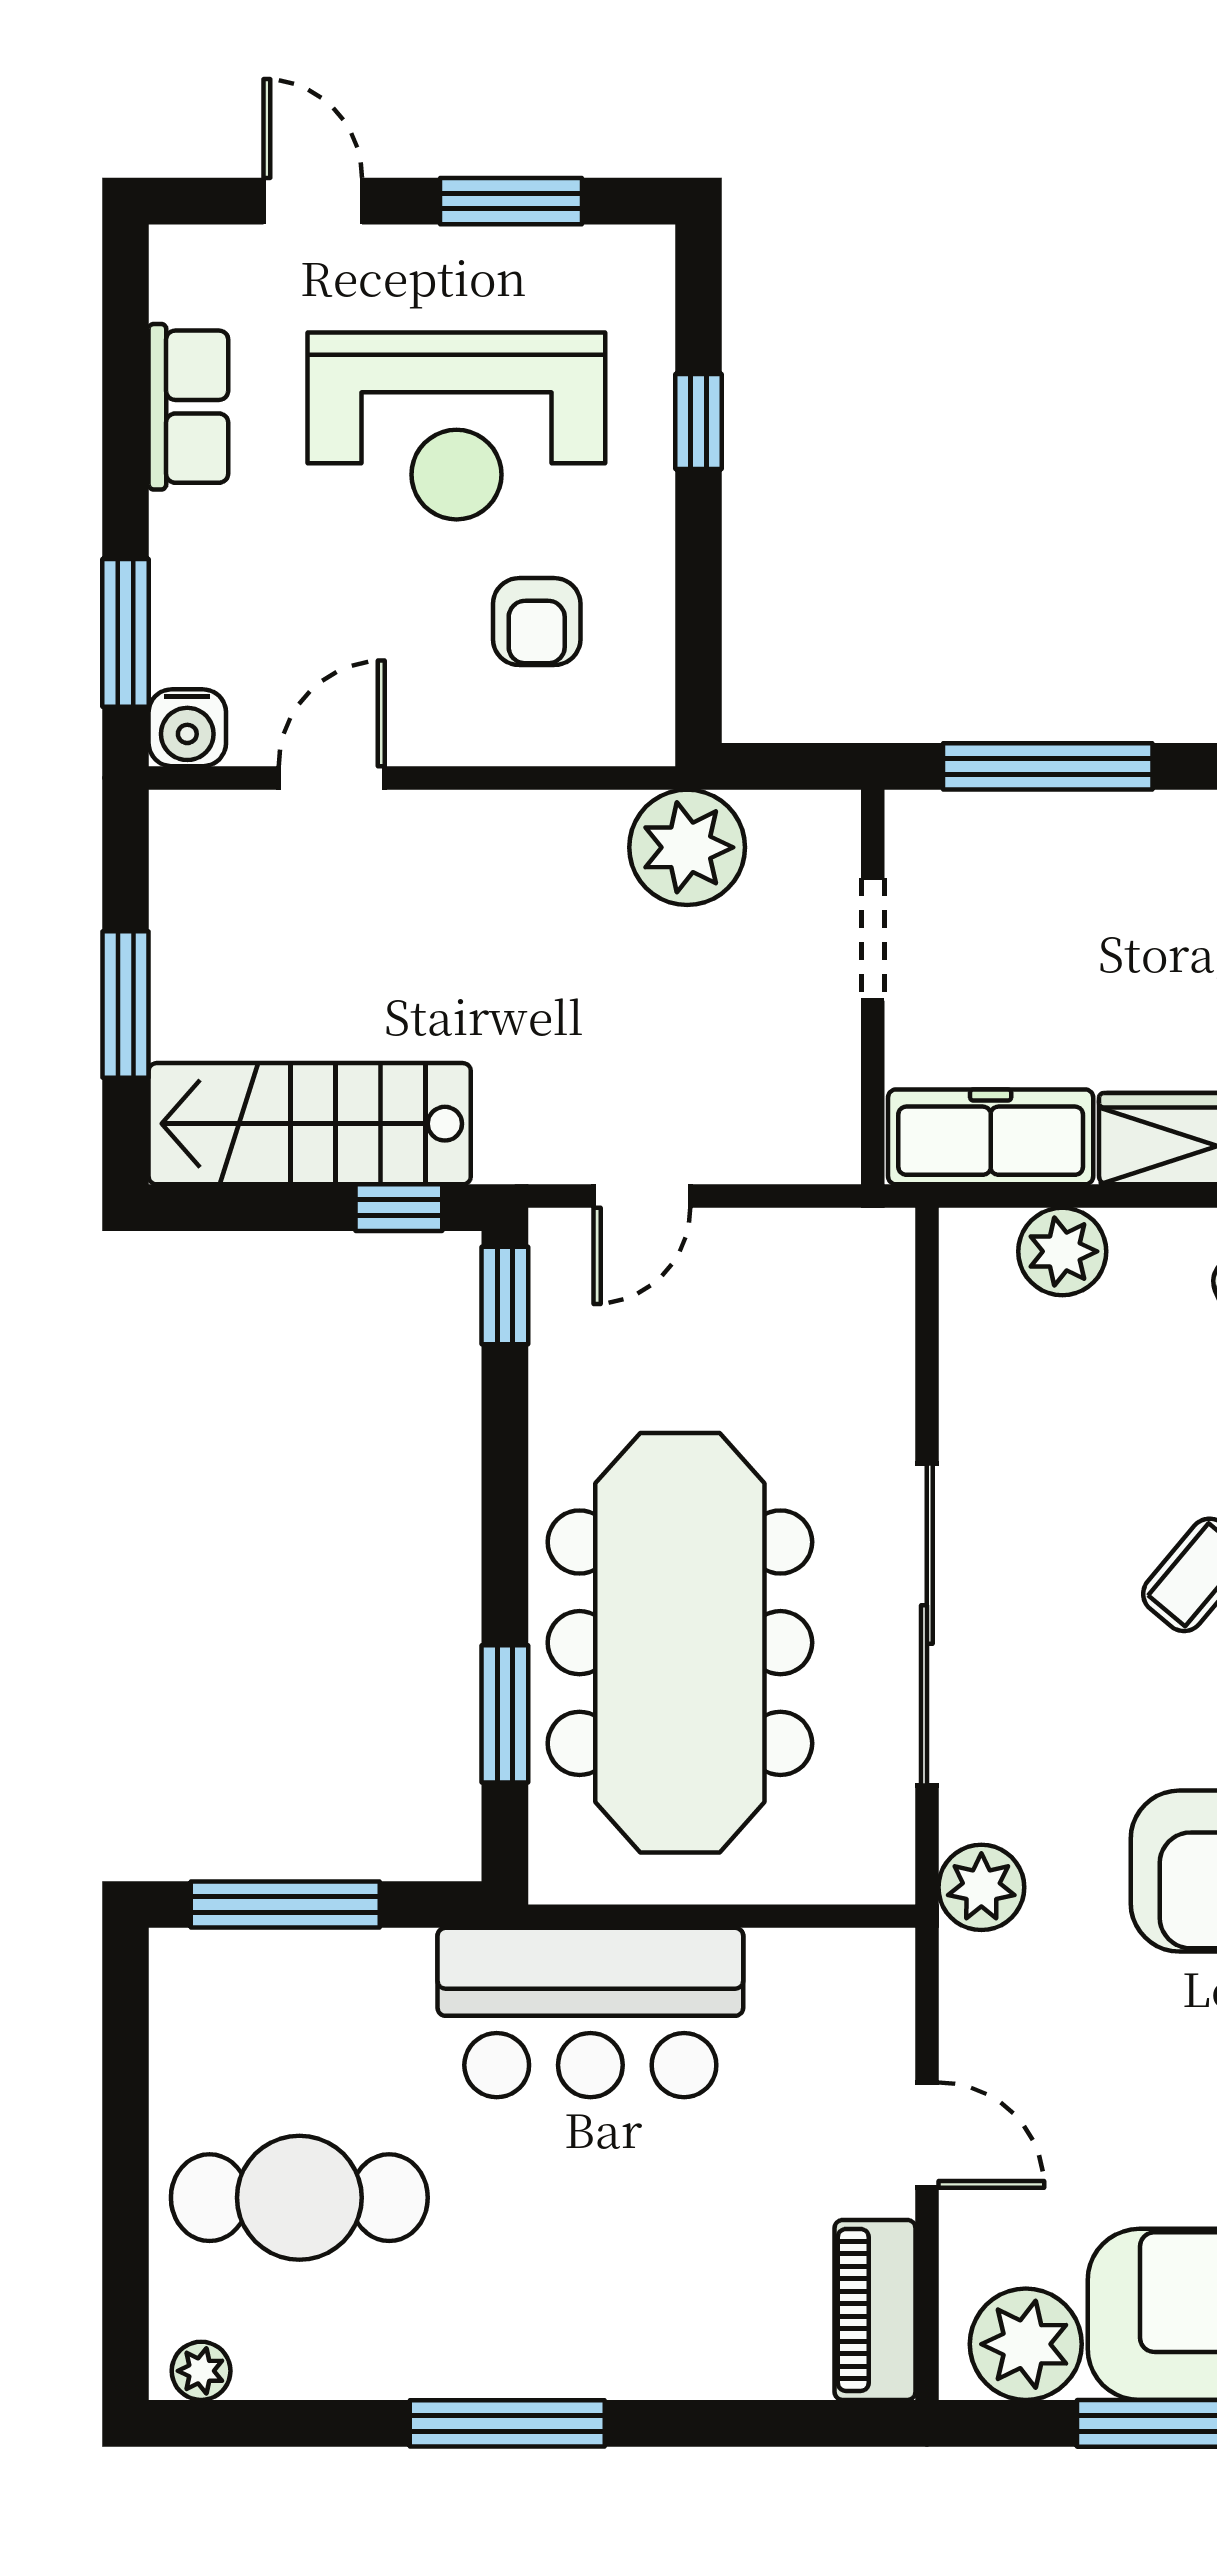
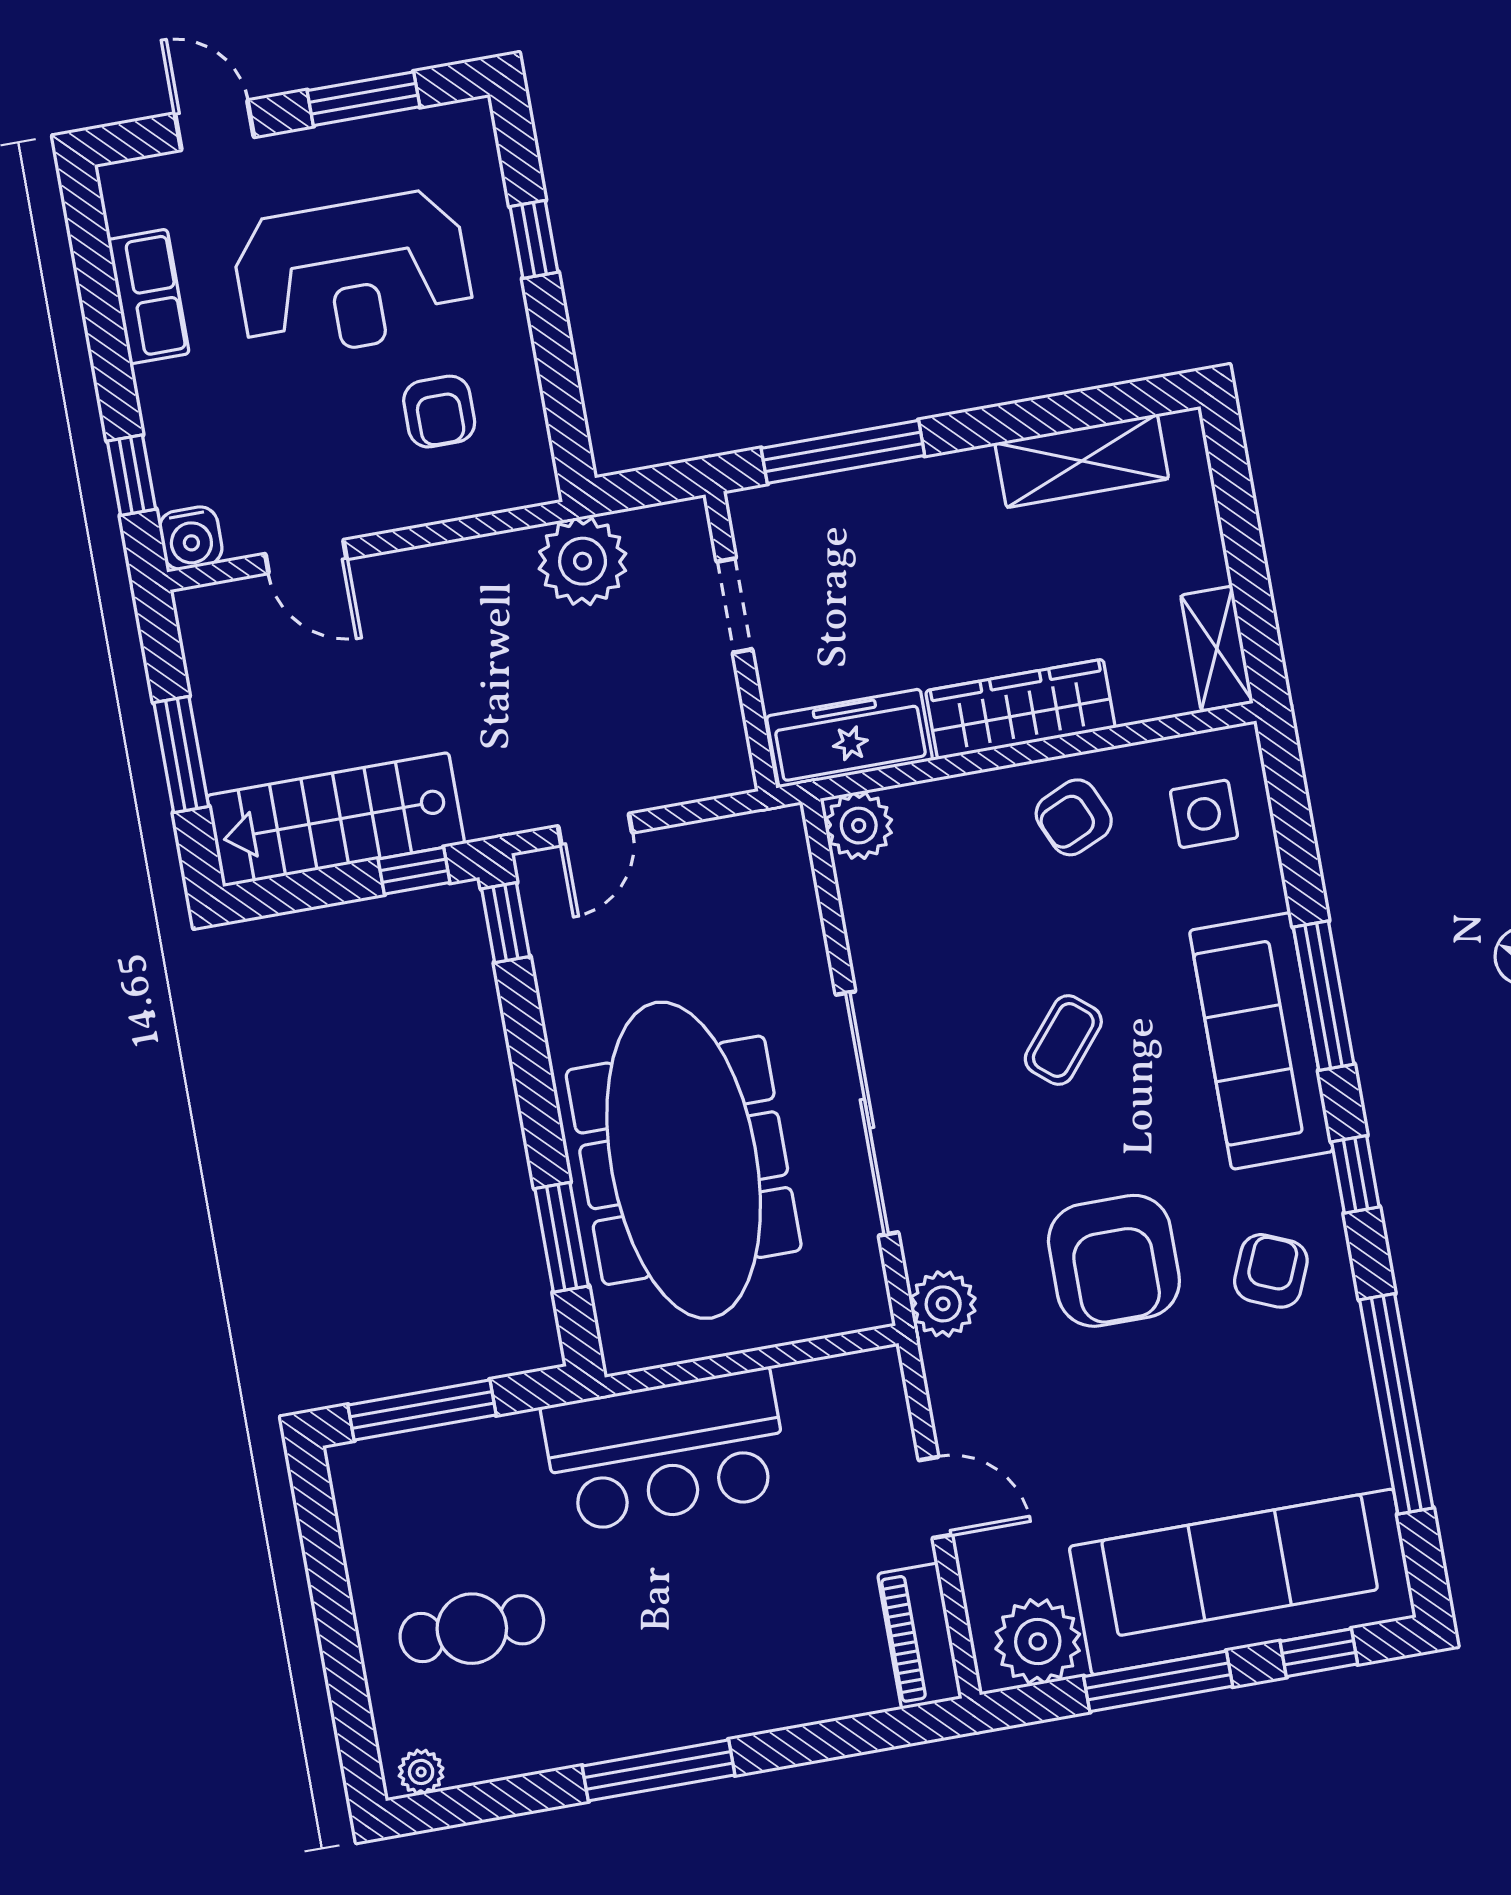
window: (126, 633) -> (131, 475), width x0.67
door: (332, 778) -> (306, 557), swing flipped
plant: (1062, 1251) -> (859, 826), moved
cafe table: (299, 2198) -> (472, 1629), width x0.73, depth x0.74

